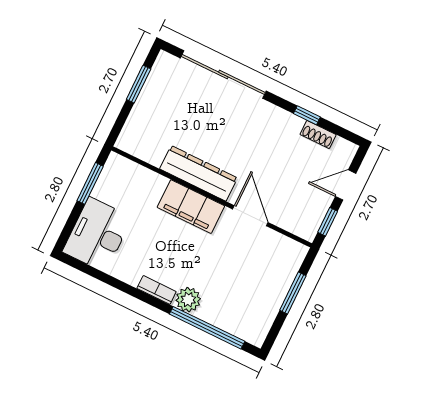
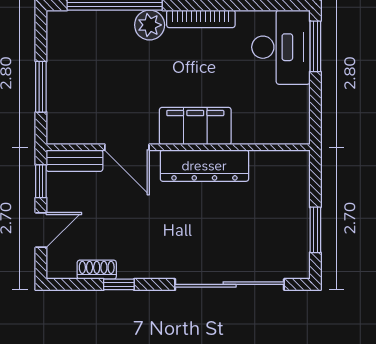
window: (90, 183) -> (315, 46), moved
bench: (295, 225) -> (74, 161), added
bookcase: (157, 290) -> (201, 19), width x1.56

